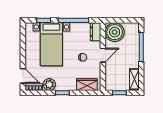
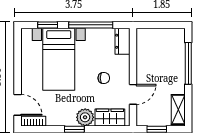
boiler: (115, 32) -> (150, 42), removed
door: (103, 55) -> (133, 94), moved
plant: (49, 84) -> (85, 117), moved

